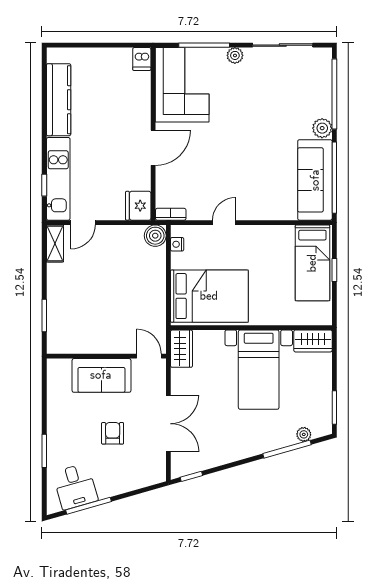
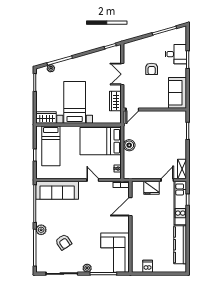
dishwasher: (142, 59) -> (148, 266), moved
armchair: (280, 105) -> (64, 242), added
door: (153, 148) -> (130, 207), moved
sofa: (315, 180) -> (57, 190), moved, turned 90
fridge: (138, 206) -> (151, 188), moved, turned 90
door: (224, 223) -> (93, 180), swing flipped
boiler: (155, 236) -> (129, 145), moved
bed: (312, 263) -> (51, 146), moved, turned 180
wardrobe: (182, 349) -> (115, 101), moved
door: (149, 356) -> (132, 110), hinge flipped
sofa: (101, 375) -> (178, 93), moved, turned -90
double door: (168, 424) -> (122, 74), width x0.73
desk: (75, 486) -> (176, 54), moved, turned 106

